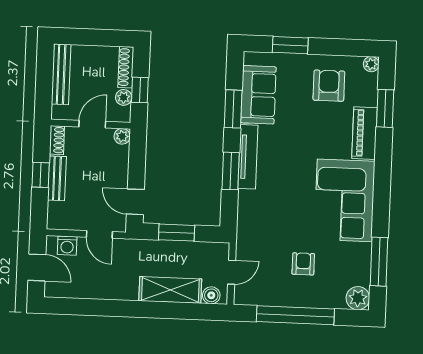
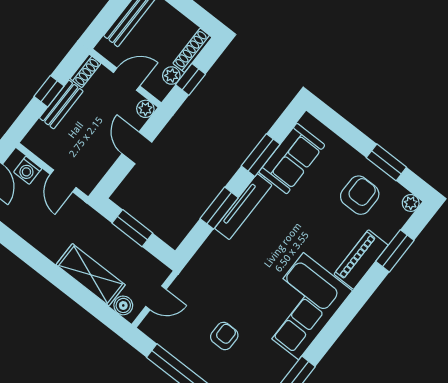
window: (290, 45) -> (386, 162), moved
door: (135, 202) -> (137, 148), moved

